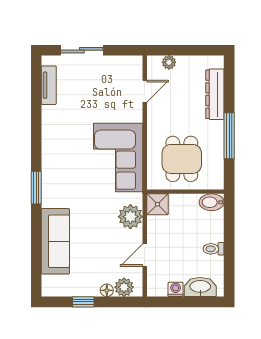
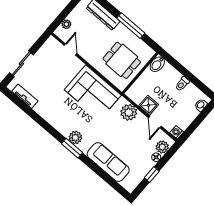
plant: (51, 181) -> (75, 138), added
shower: (157, 204) -> (149, 105), moved
washbasin: (200, 287) -> (201, 105), width x0.52, depth x0.69
washing machine: (176, 289) -> (177, 132), moved

